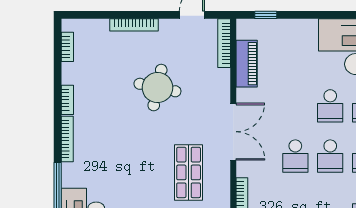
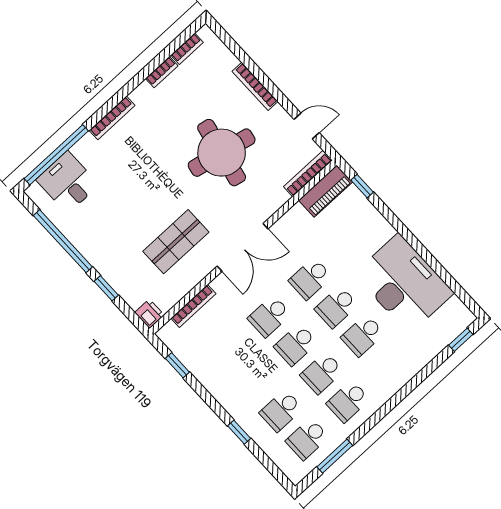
piano: (247, 64) -> (325, 191), moved
round table: (157, 88) -> (222, 153), width x1.36, depth x1.36
bookcase: (67, 100) -> (162, 72), moved
school desk: (295, 106) -> (310, 279), added

